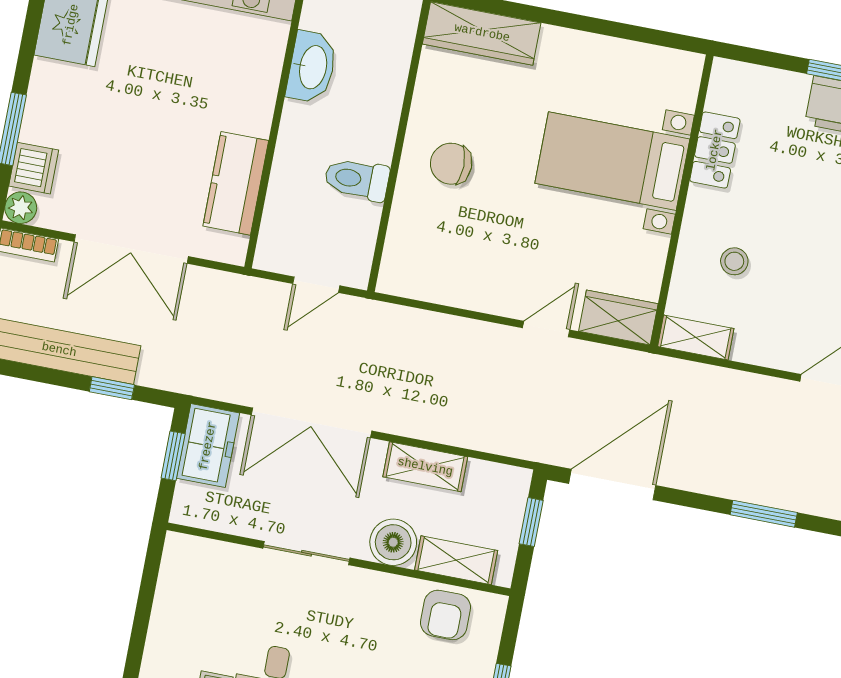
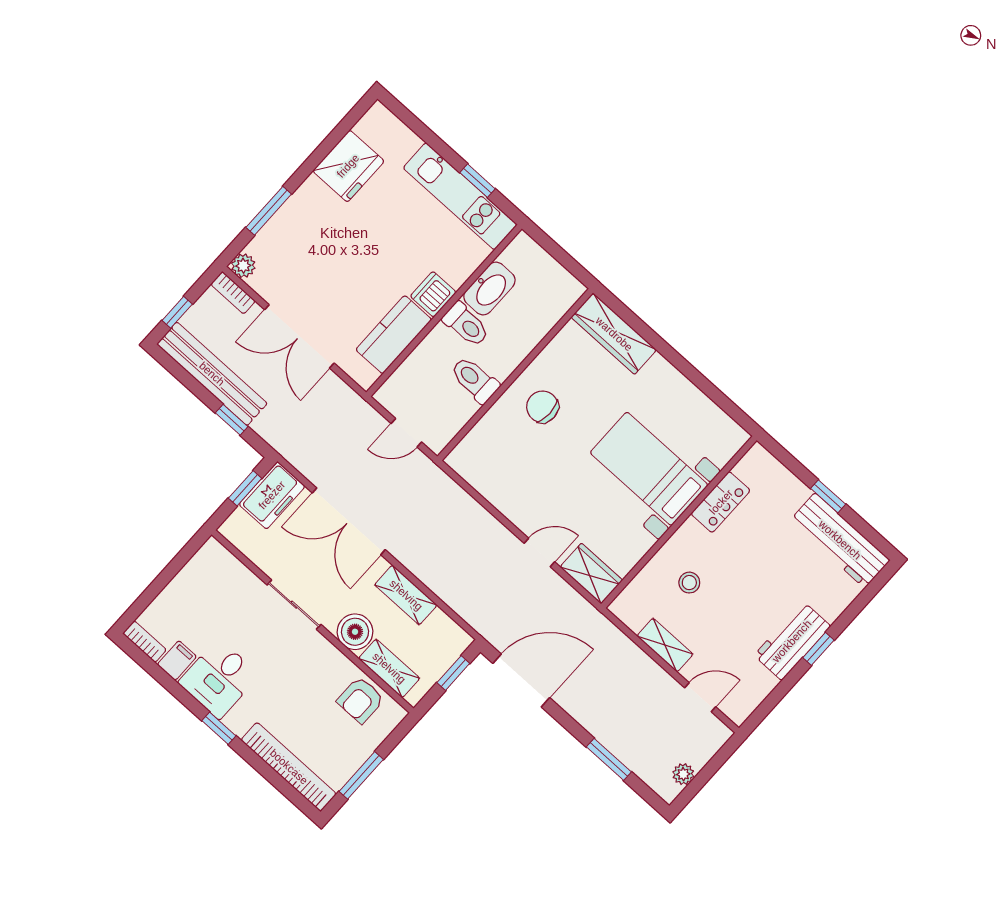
toilet: (310, 123) -> (466, 325), added
dishwasher: (34, 168) -> (433, 294), moved, turned 180
shelving: (696, 337) -> (665, 645), moved

